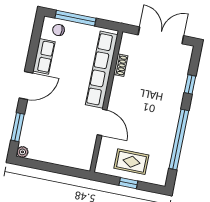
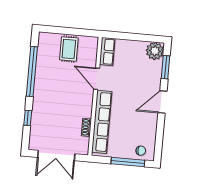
row of seats: (44, 56) -> (107, 52), moved, turned 180
plant: (22, 152) -> (155, 51), width x1.88, depth x1.88
rug: (131, 162) -> (69, 49), turned 90
window: (128, 183) -> (70, 31), removed

